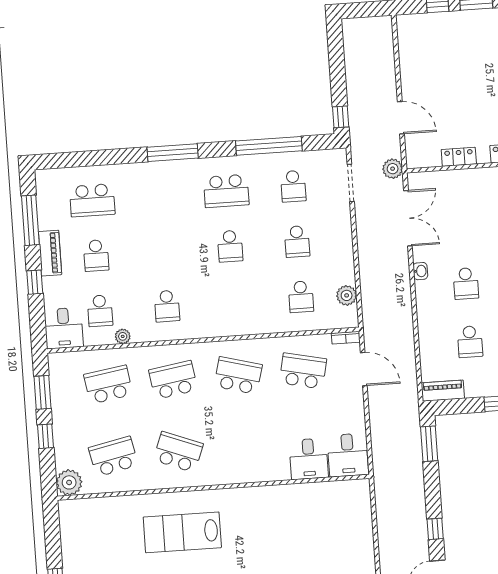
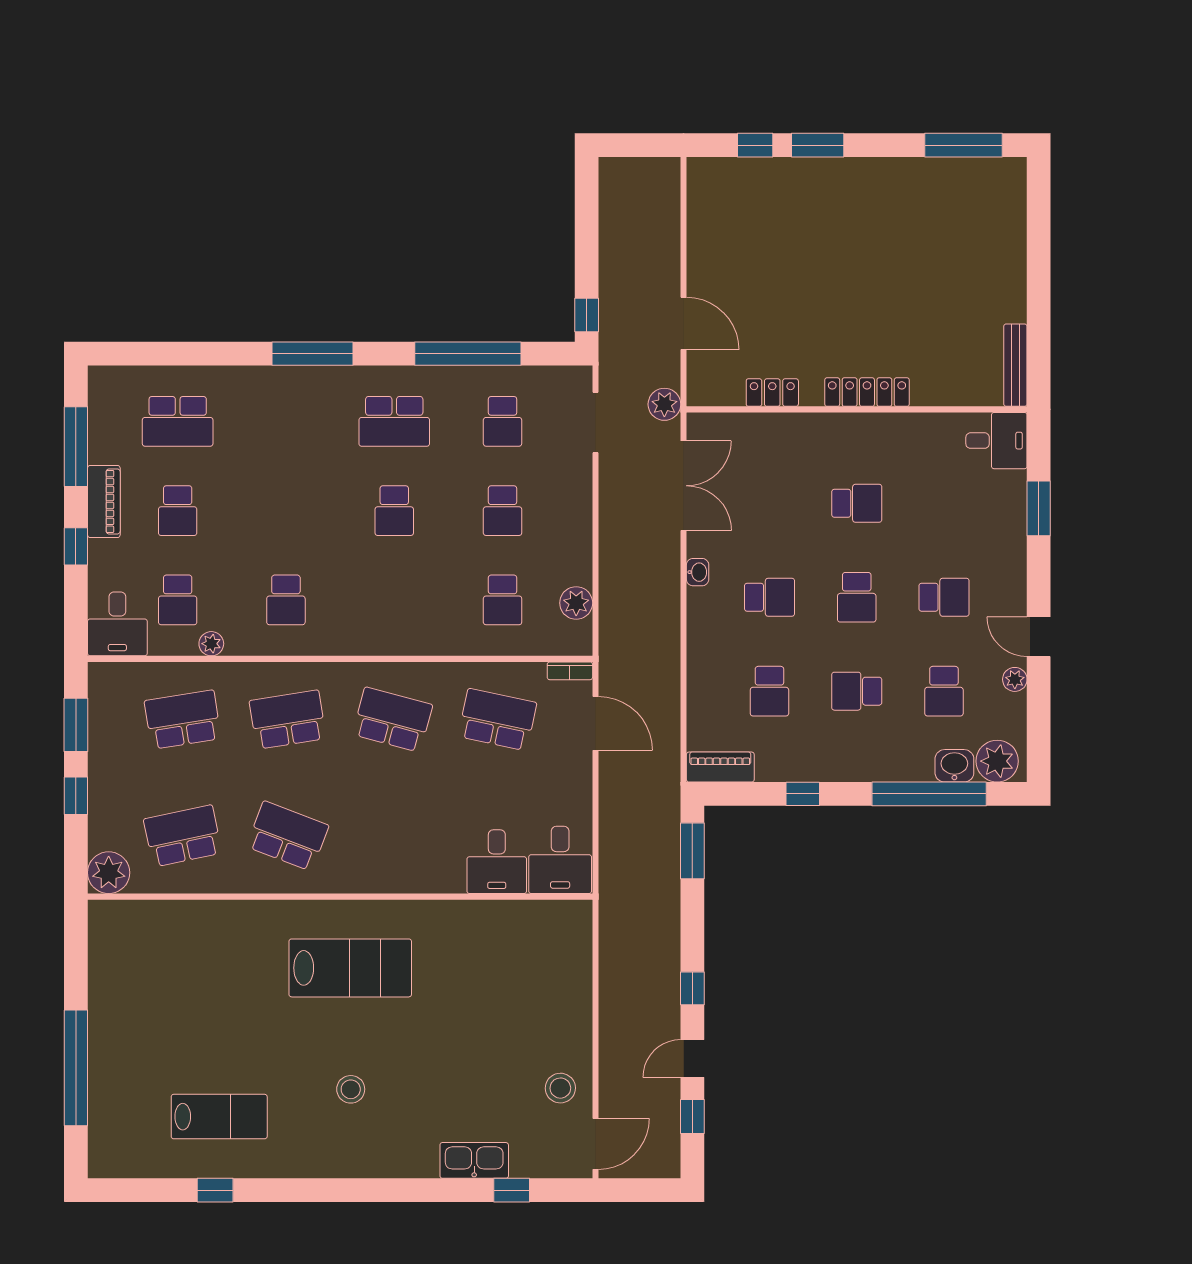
school desk: (466, 283) -> (769, 597), turned -90
lab bench: (182, 532) -> (350, 968), moved, turned 180

